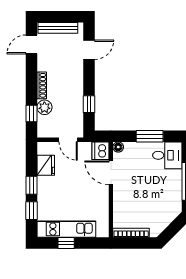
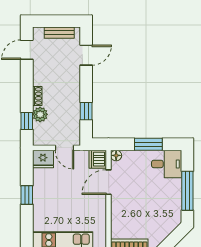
bench: (58, 28) -> (59, 33), width x0.73
shoe rack: (42, 85) -> (37, 96), width x0.70
fridge: (46, 165) -> (43, 159), moved, turned 90
door: (111, 173) -> (109, 182), hinge flipped
window: (32, 211) -> (27, 221), removed

